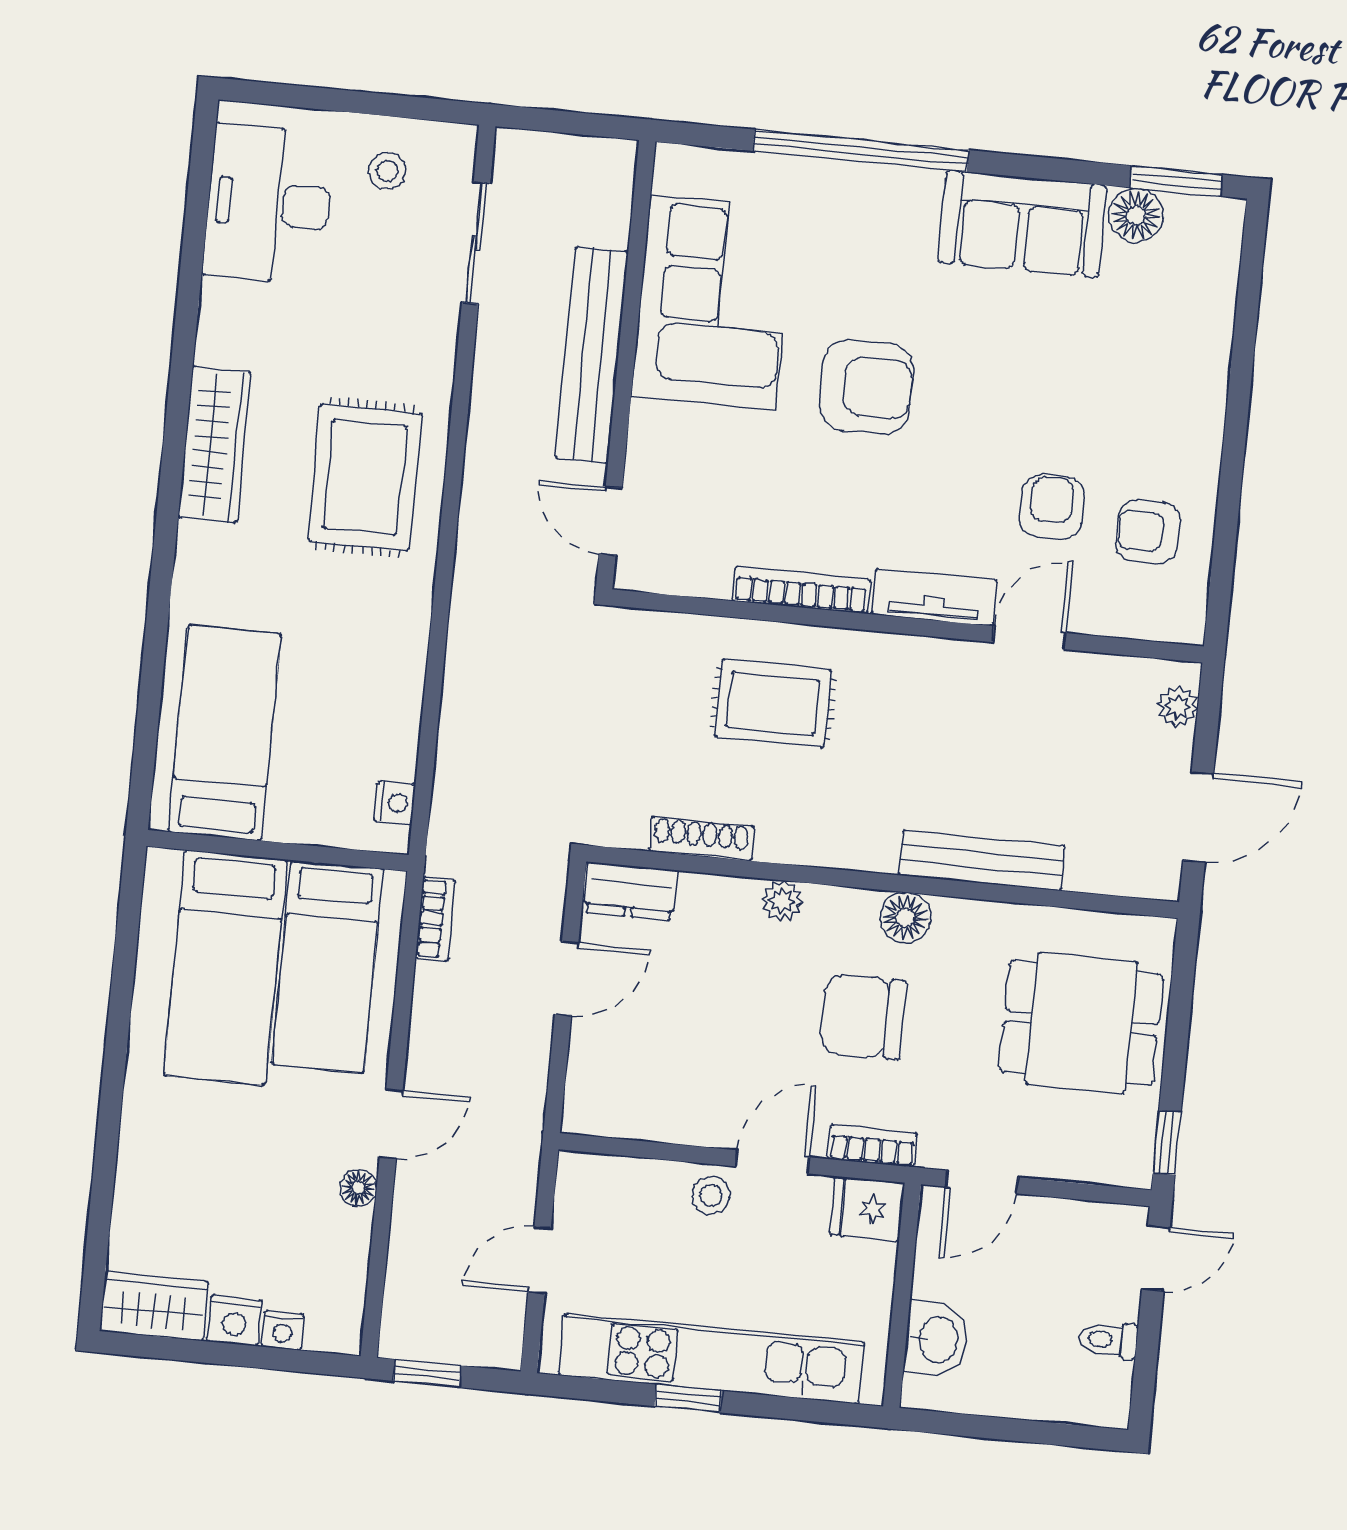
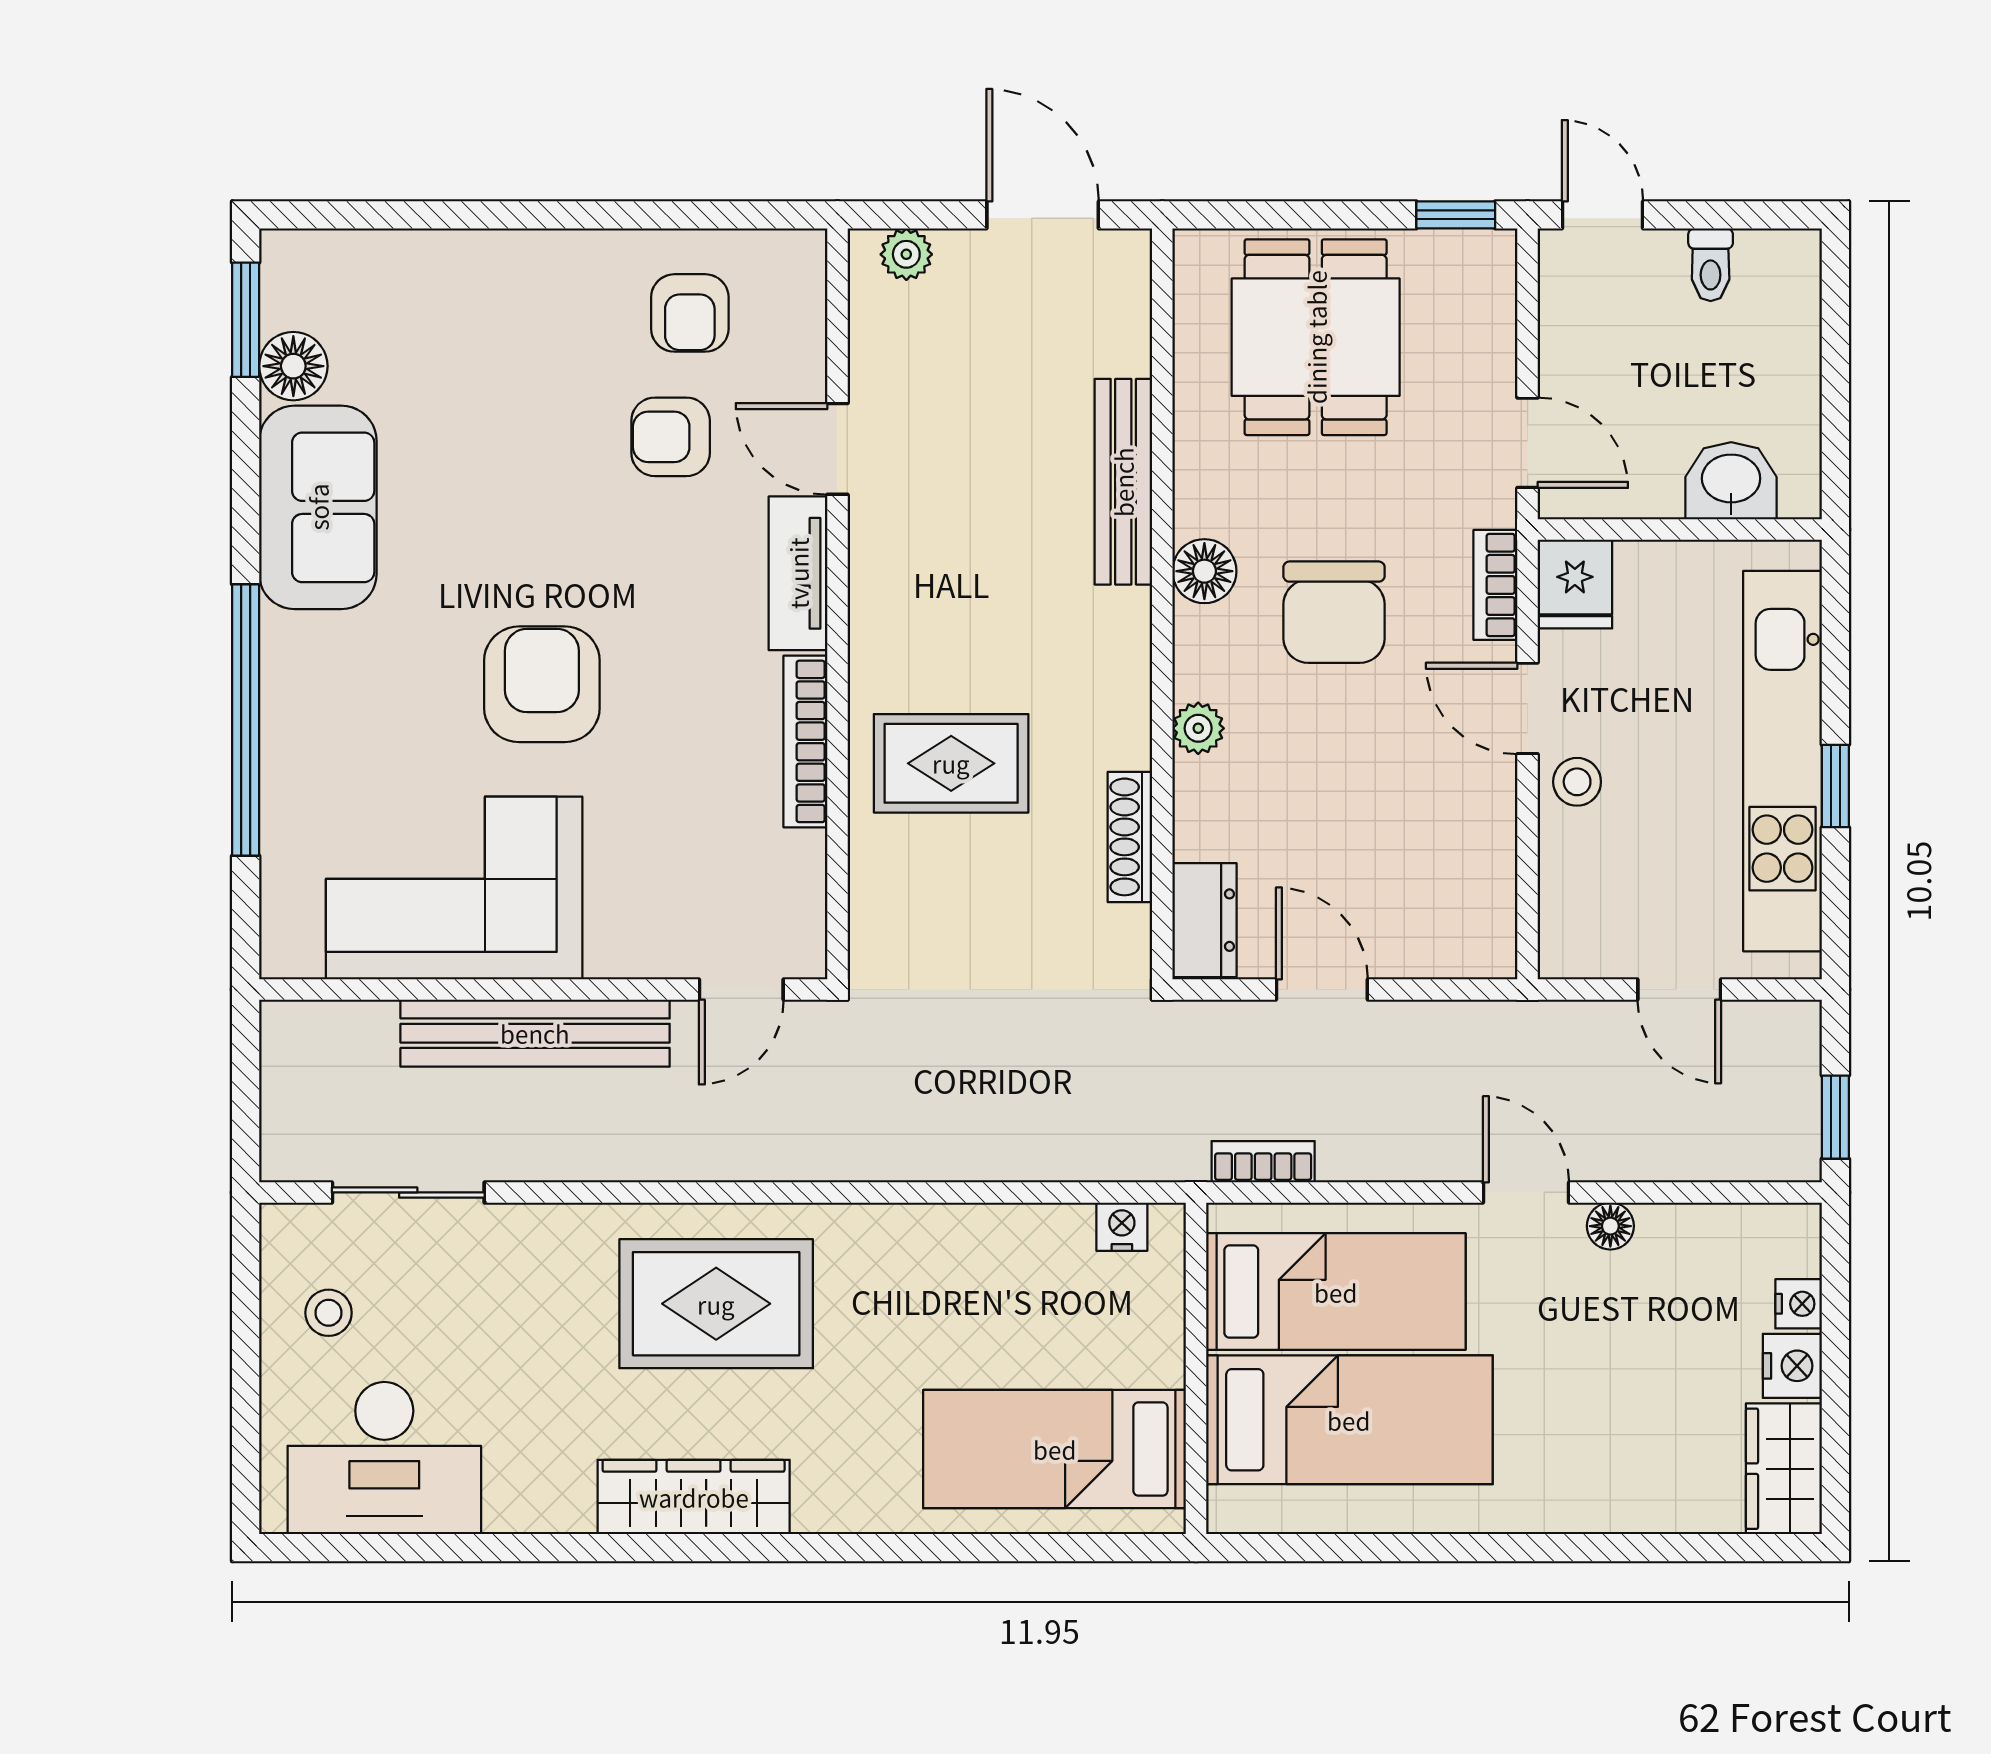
rug: (773, 703) -> (951, 763), turned 90

